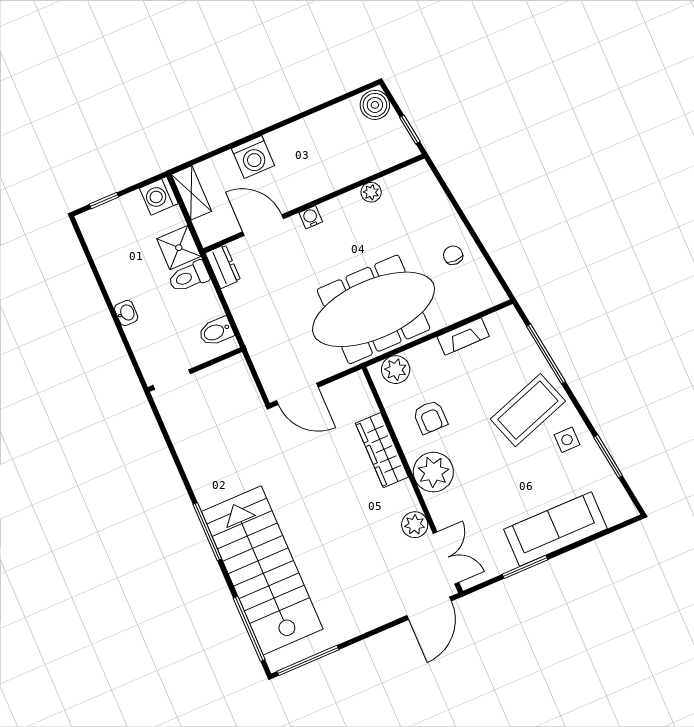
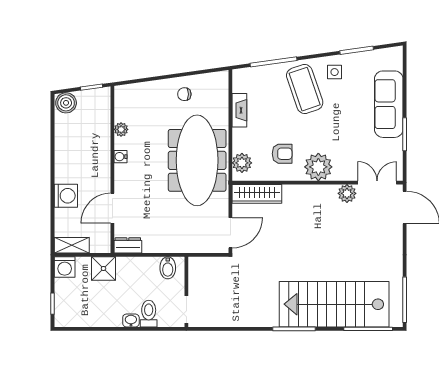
water cooler: (311, 217) -> (120, 157), moved
toilet: (189, 277) -> (149, 314), moved, turned 180
wardrobe: (382, 450) -> (257, 194), moved

